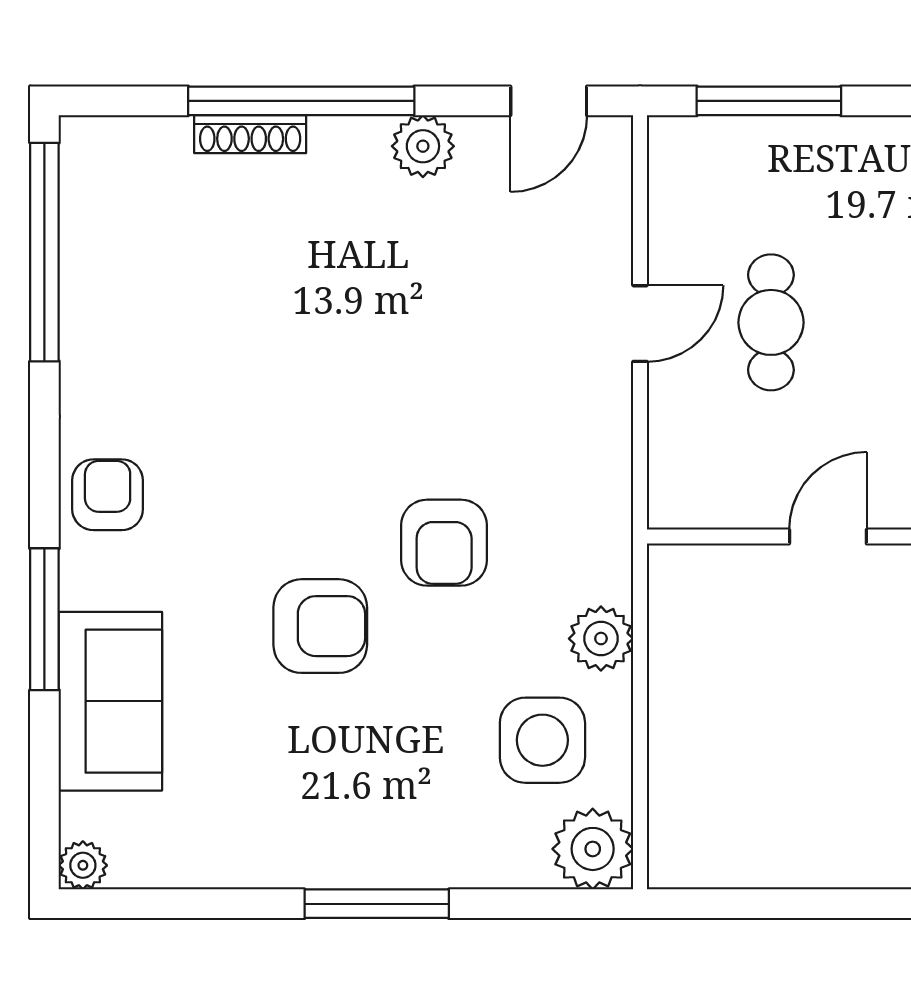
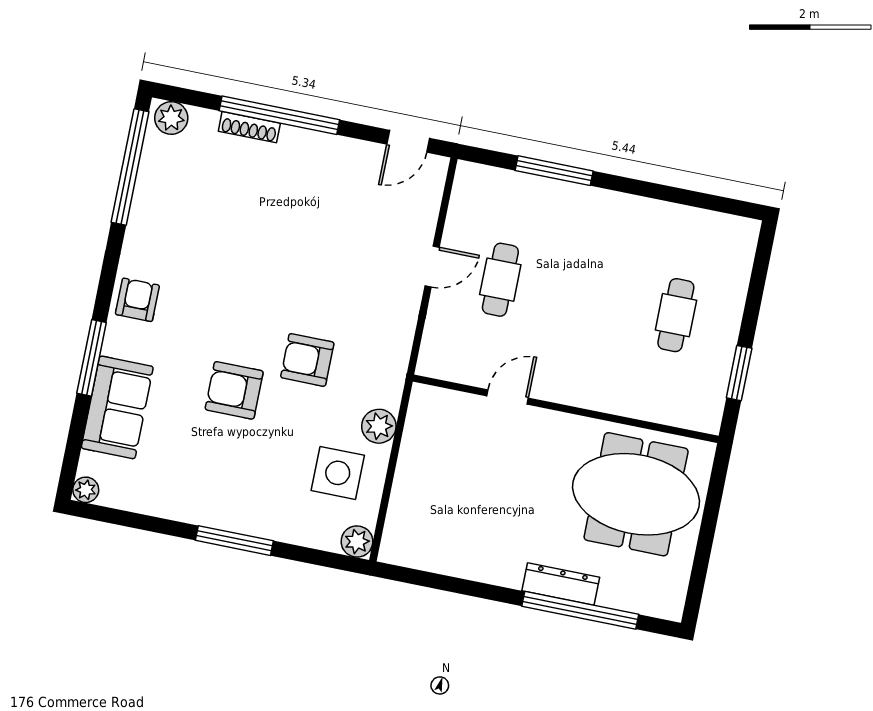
window: (769, 101) -> (554, 171), moved
plant: (423, 146) -> (171, 118), moved
armchair: (444, 543) -> (307, 360), turned 90
armchair: (320, 626) -> (234, 390), turned 180
plant: (593, 849) -> (357, 541), width x0.73, depth x0.73

